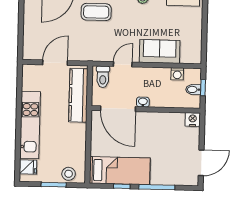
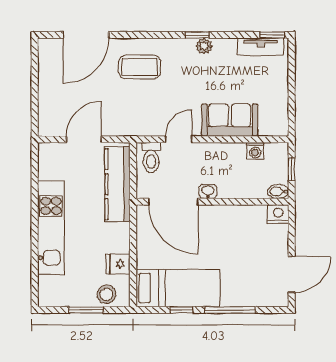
bidet: (193, 89) -> (278, 191), moved
fridge: (28, 167) -> (118, 264), moved, turned 180

